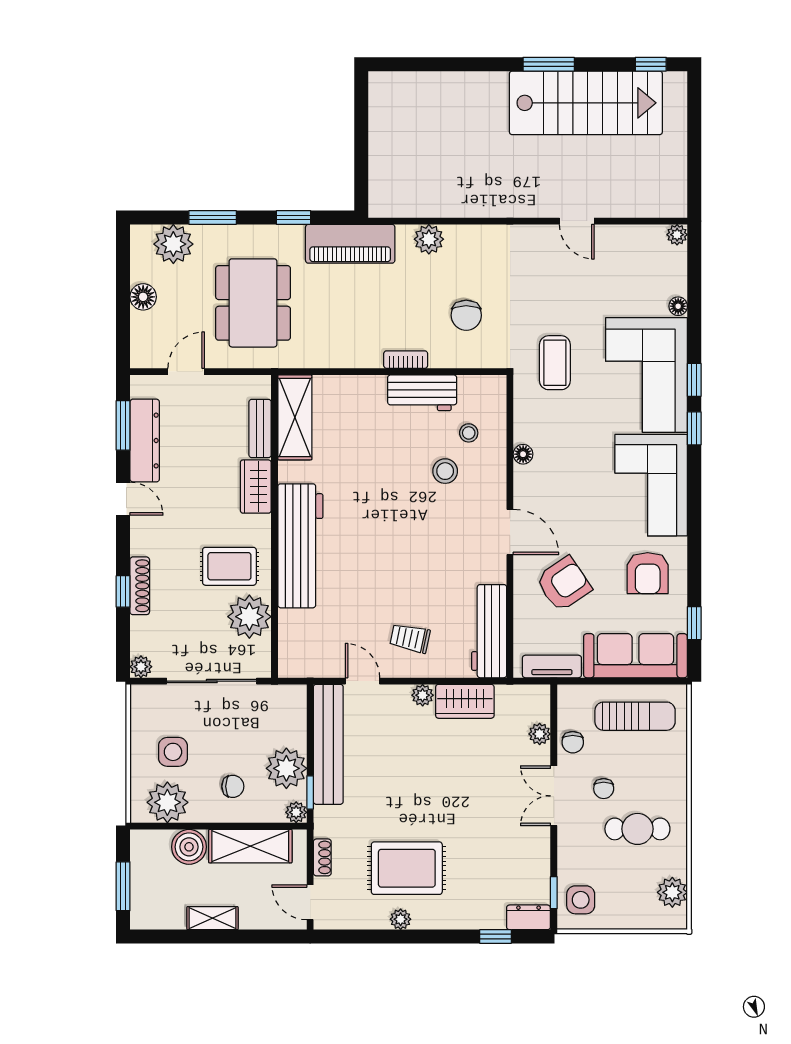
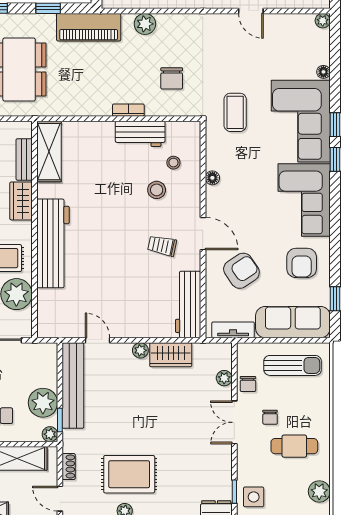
trolley: (410, 638) -> (162, 246), moved

